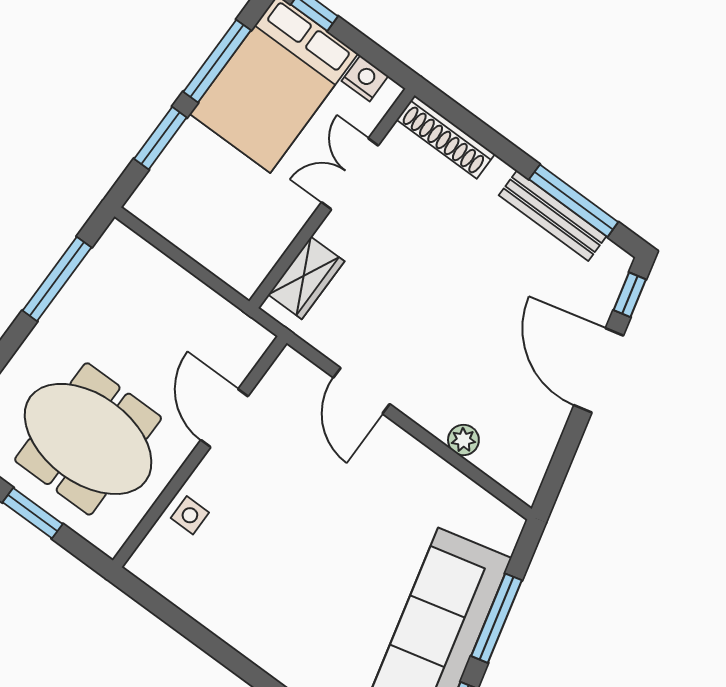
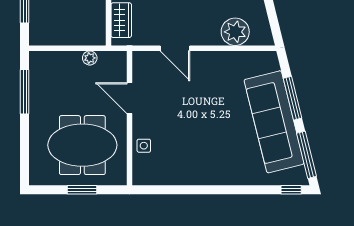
plant: (207, 303) -> (90, 58), added
plant: (463, 440) -> (235, 32), width x1.88, depth x1.88

